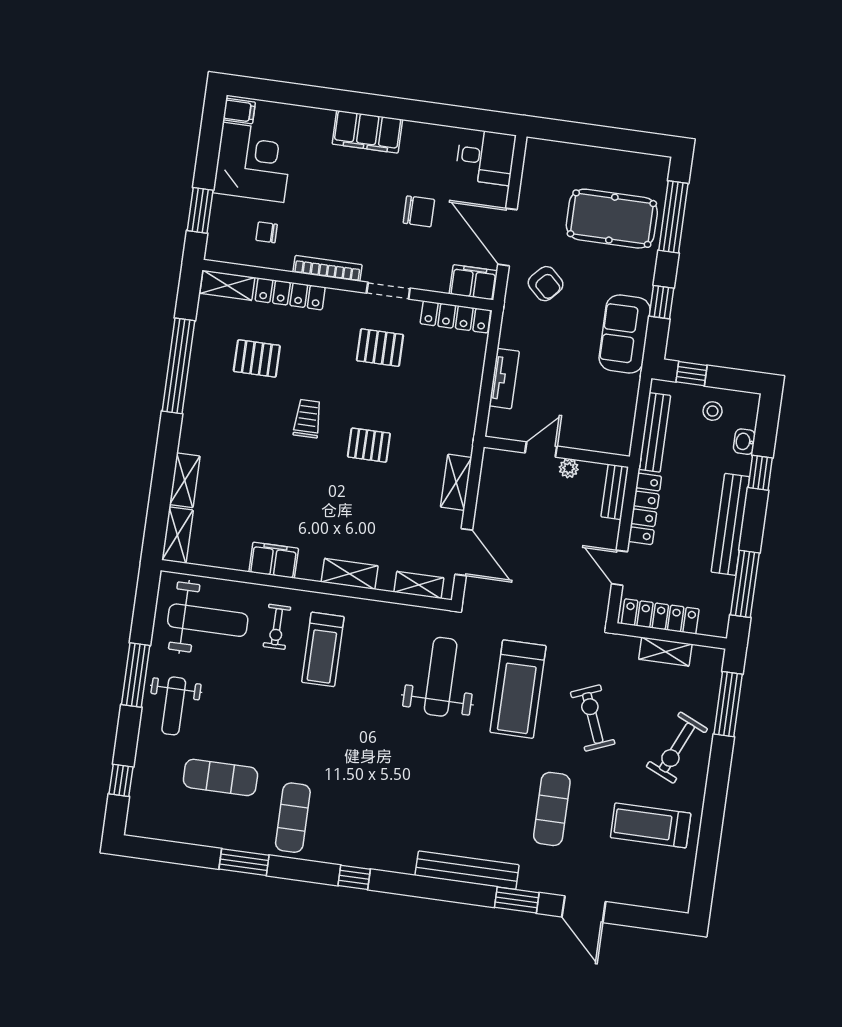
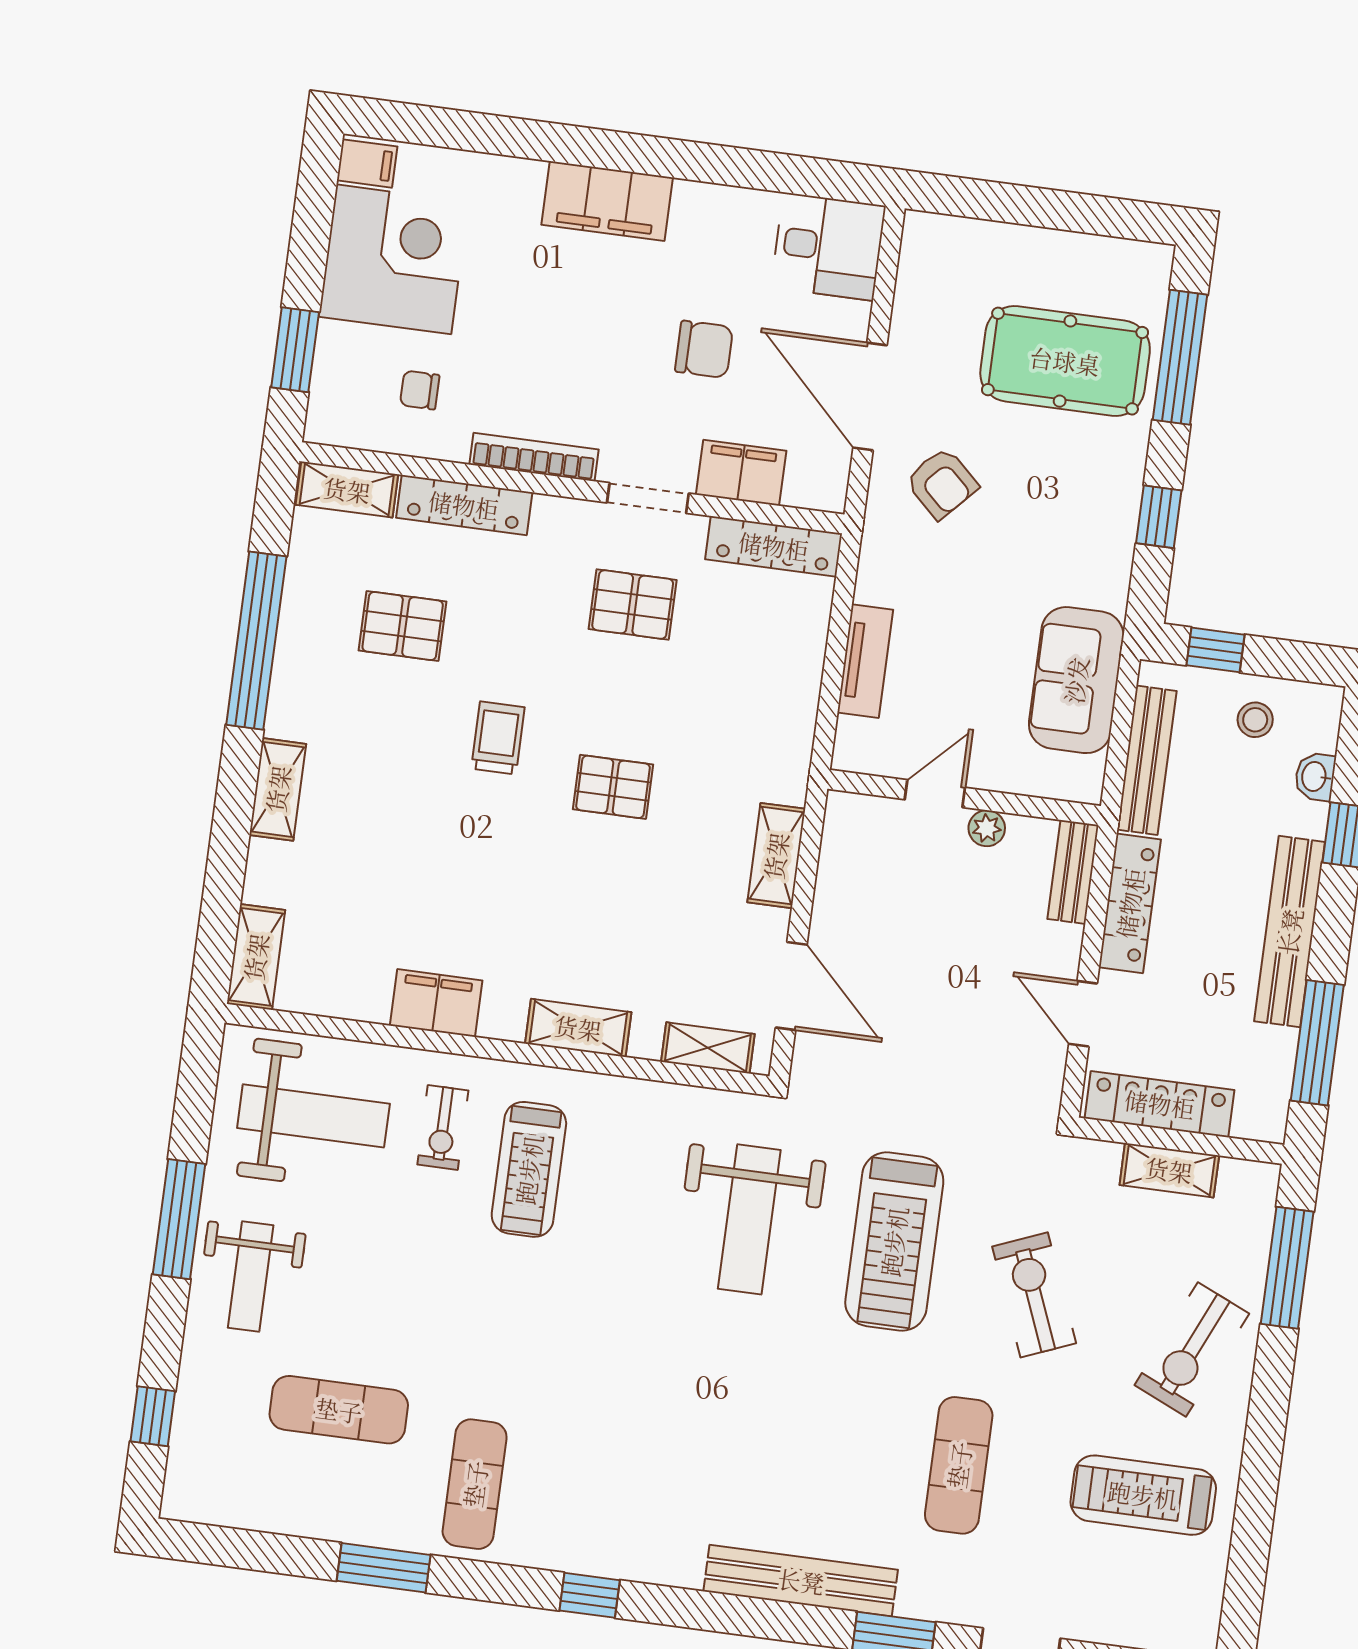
filing cabinet: (473, 282) -> (741, 473), moved
sofa: (625, 334) -> (1076, 680), moved
shelving: (185, 480) -> (278, 789), moved
weight bench: (441, 677) -> (749, 1219), turned 180

